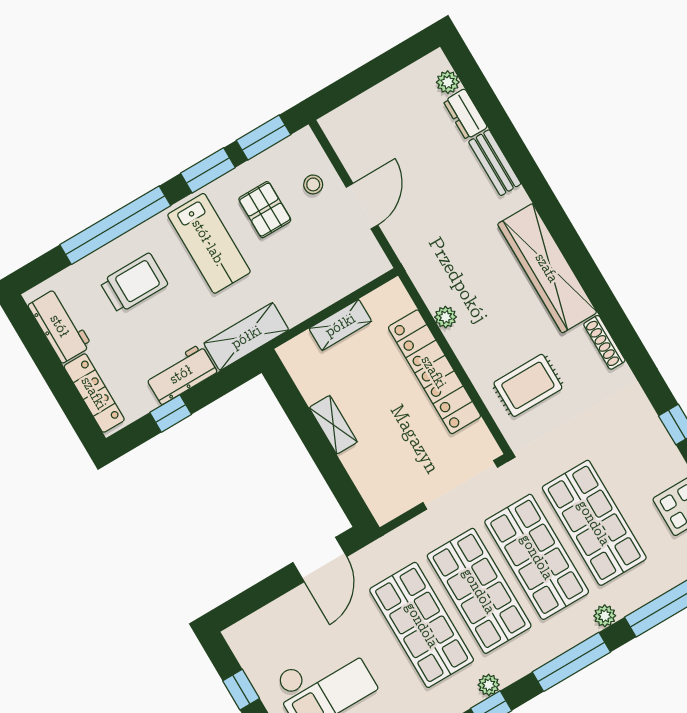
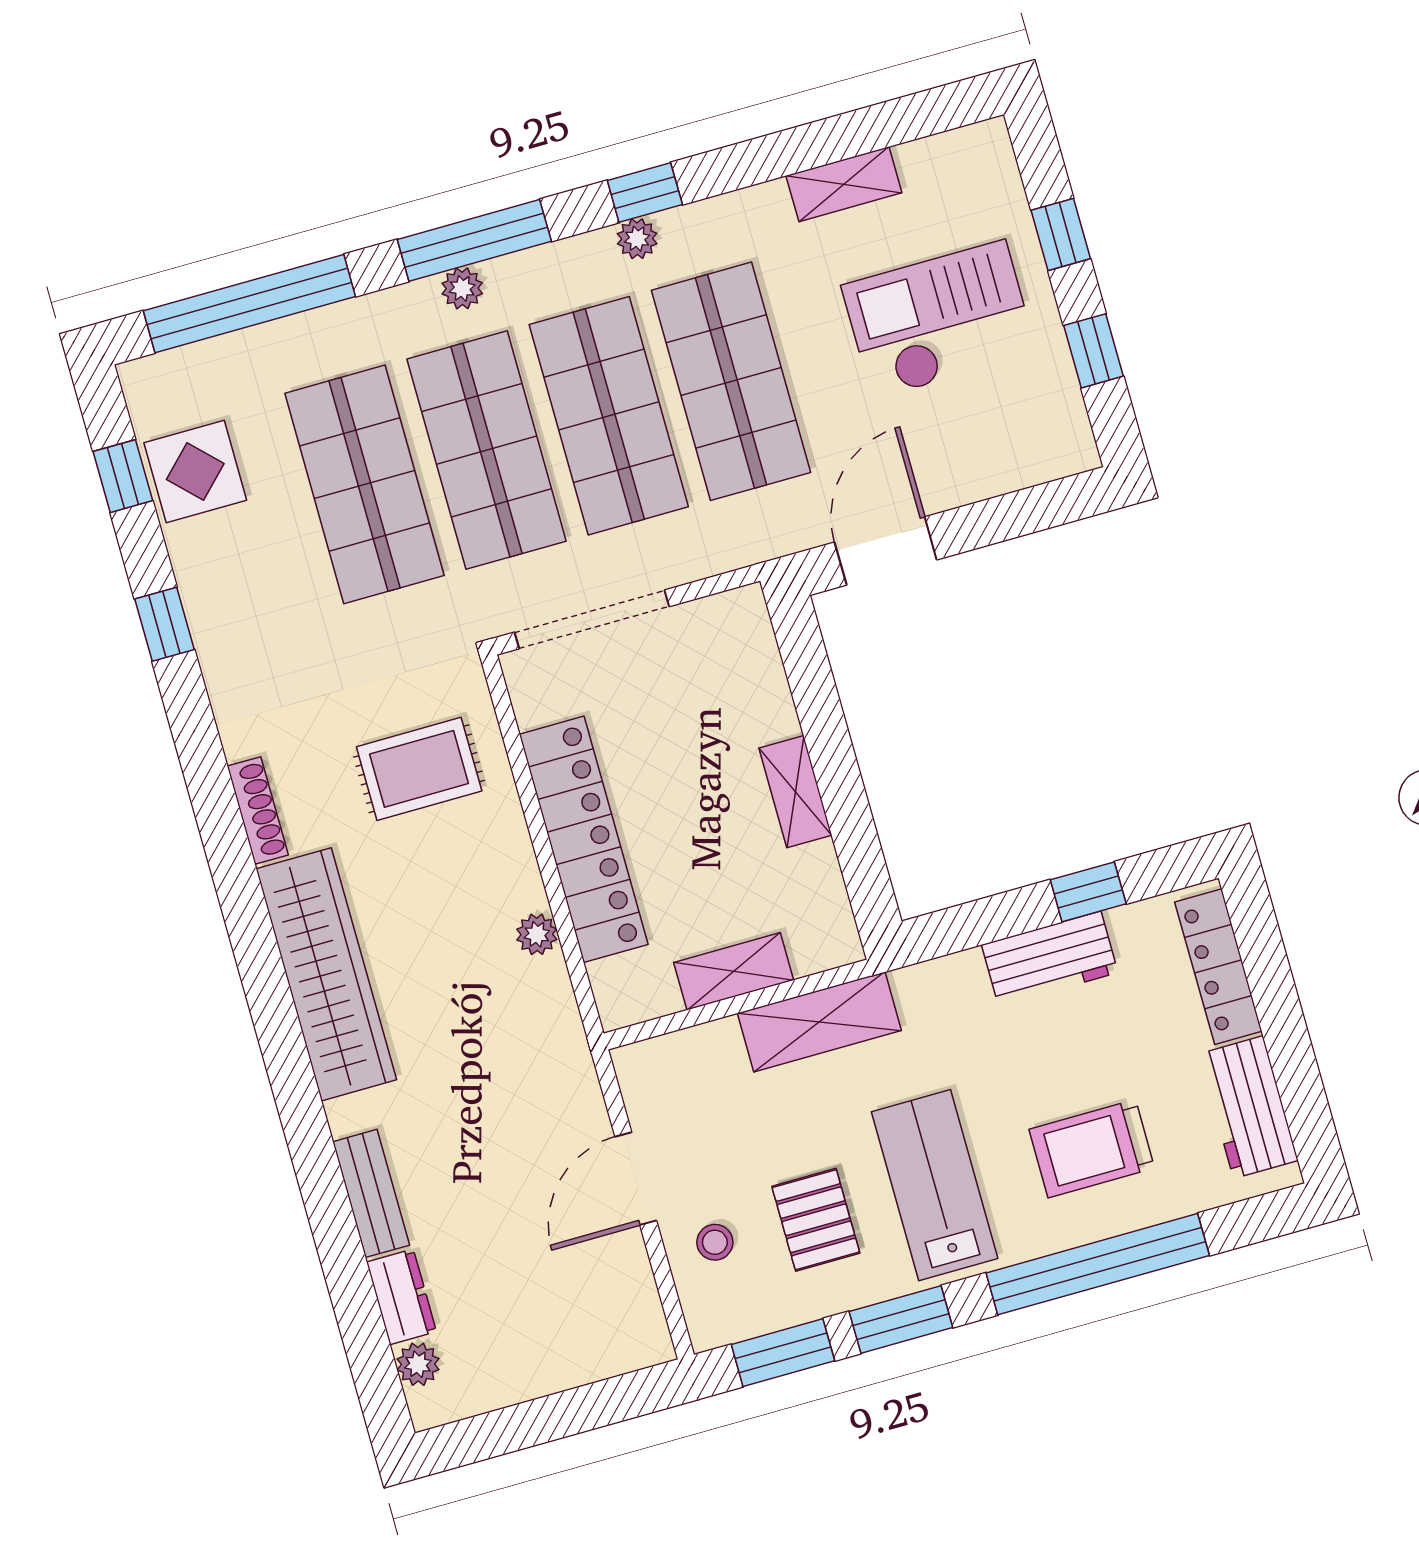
shelving: (246, 337) -> (819, 1022), moved
plant: (605, 616) -> (462, 288), moved

